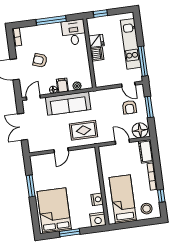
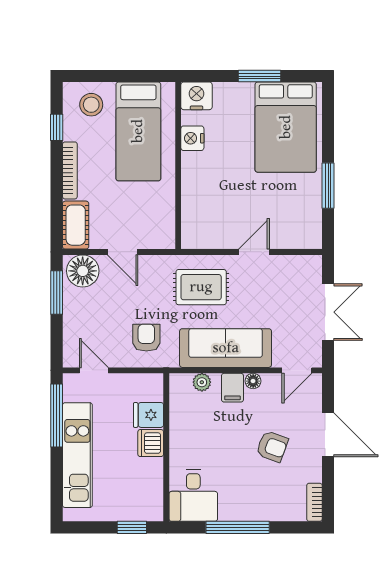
fridge: (96, 41) -> (149, 415), moved
armchair: (129, 107) -> (146, 338), moved
window: (149, 107) -> (57, 293), moved

